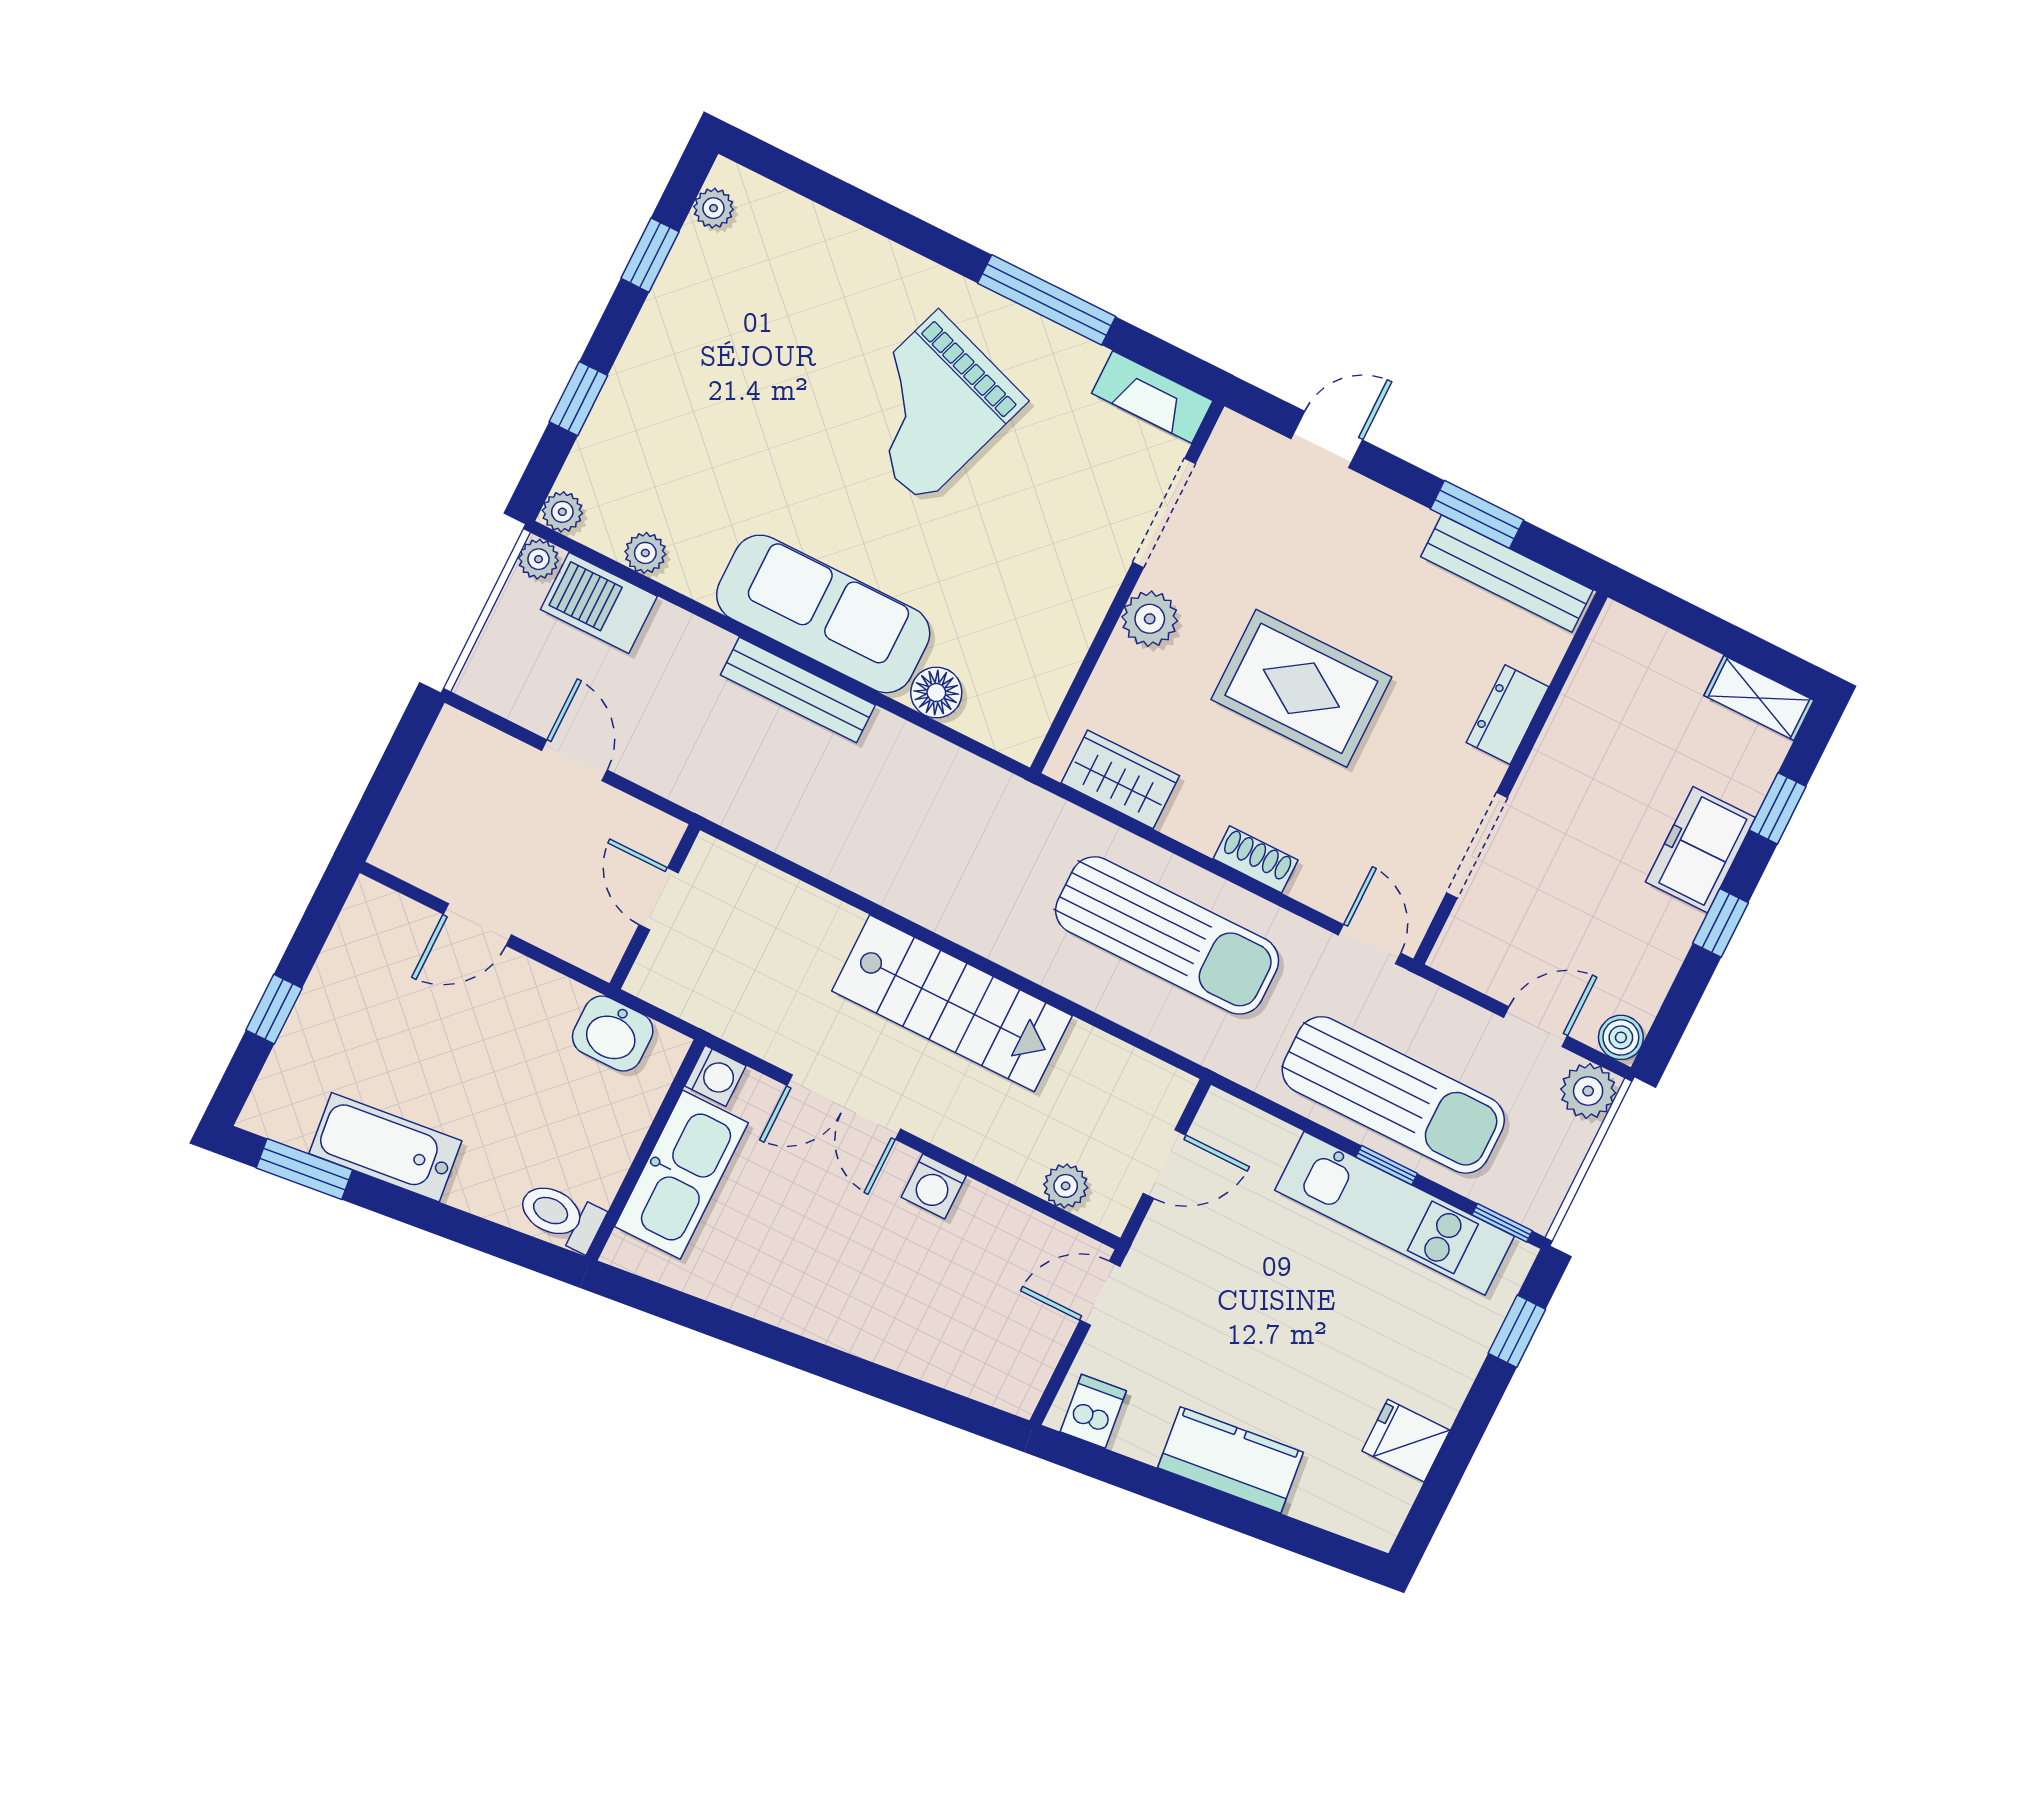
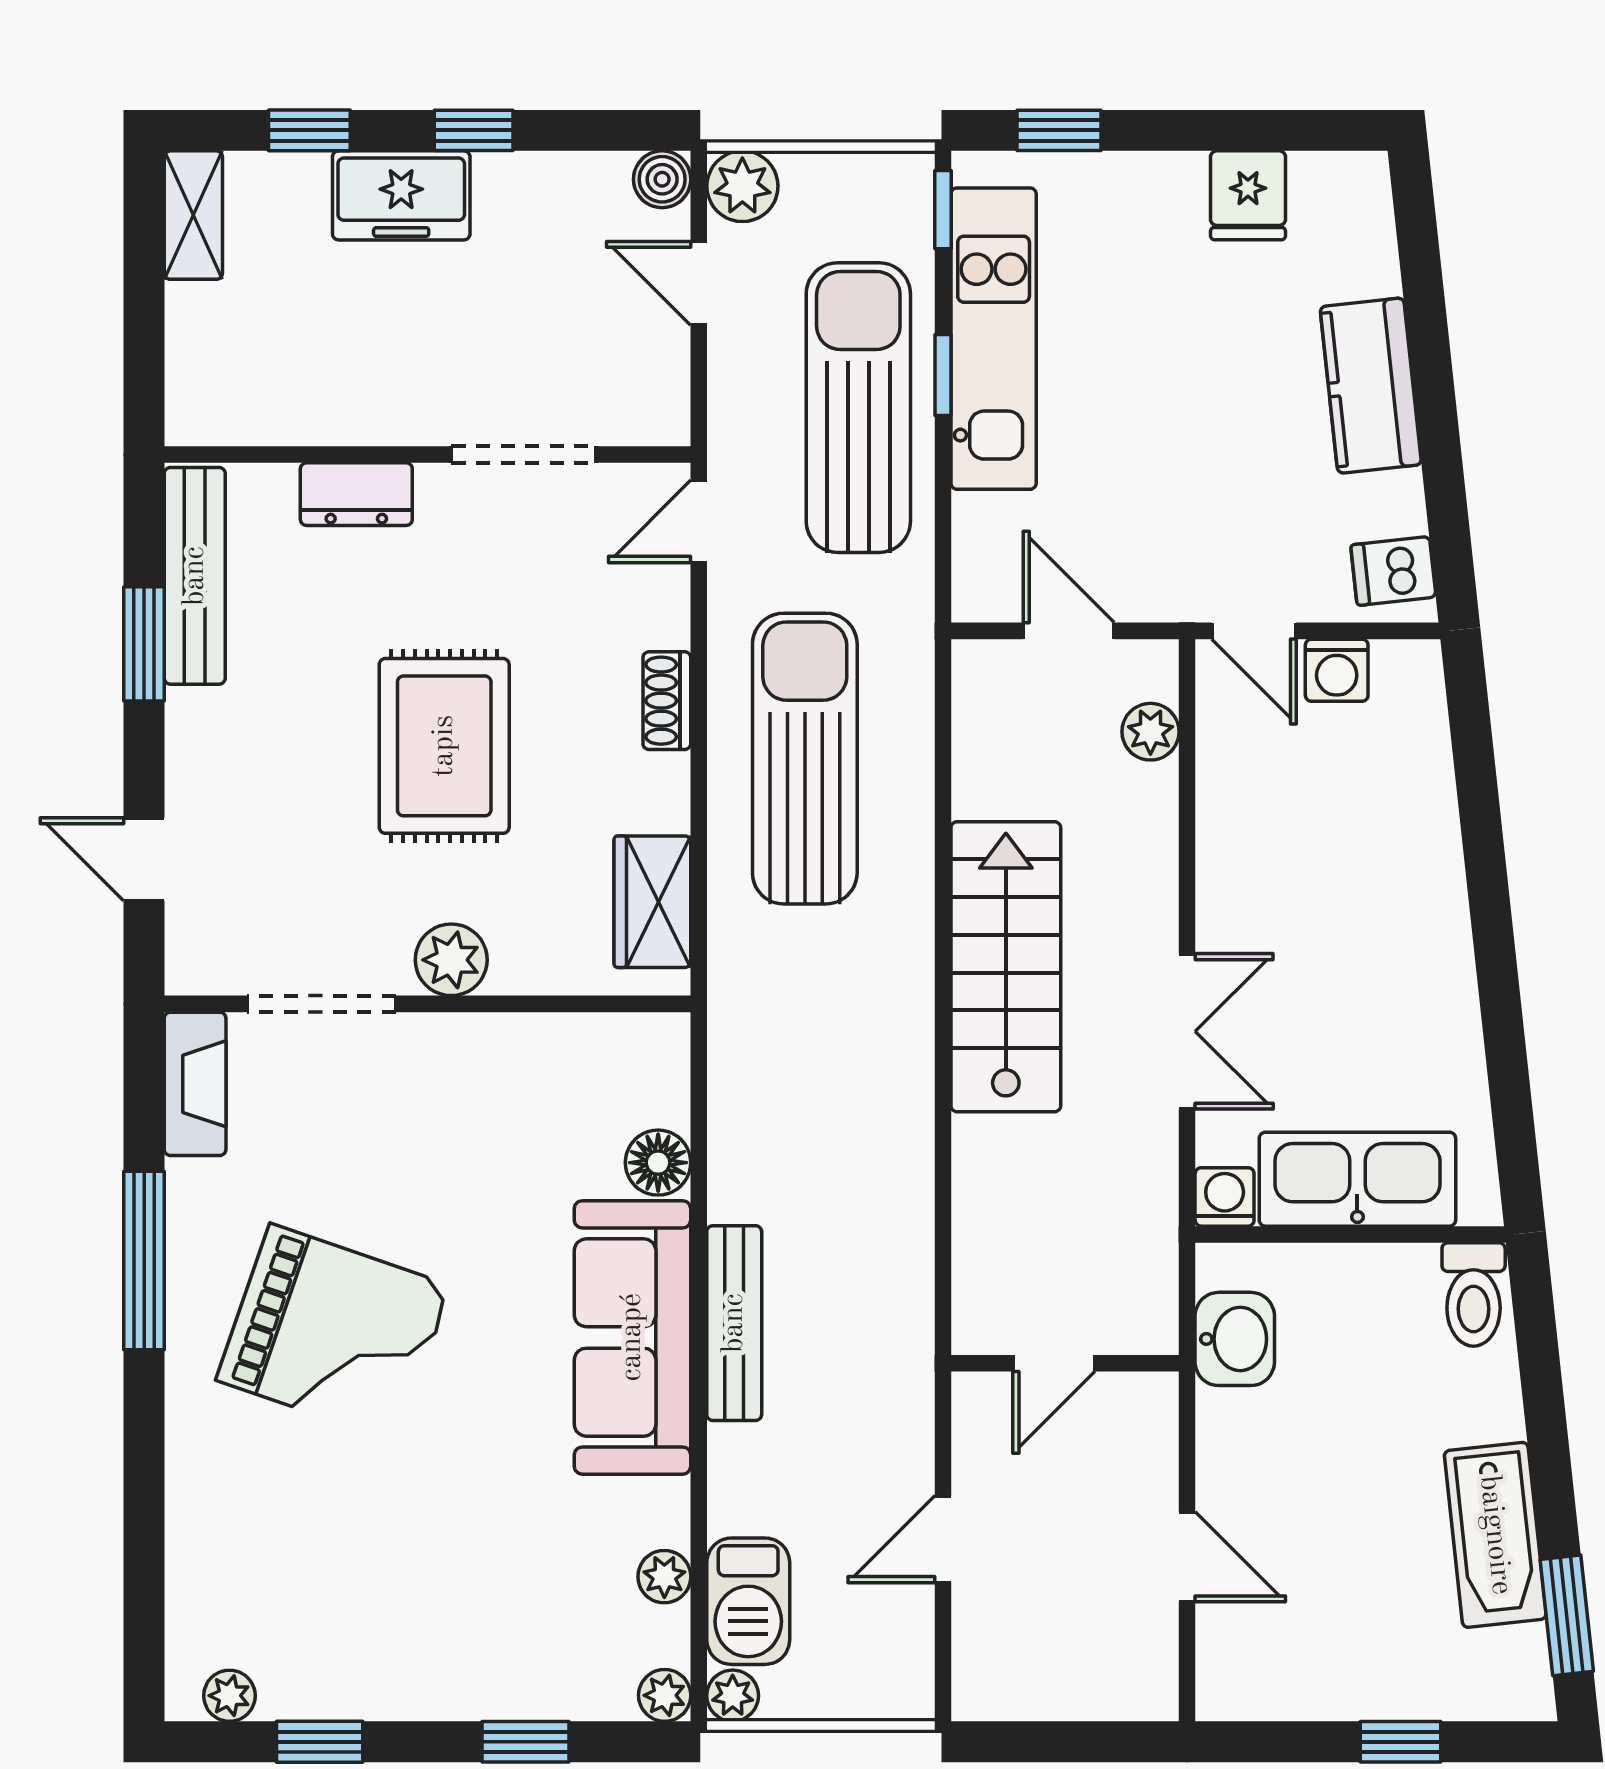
washing machine: (934, 1186) -> (1337, 670), moved, turned 90

